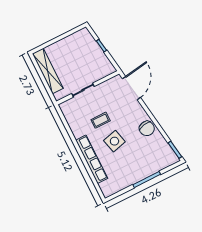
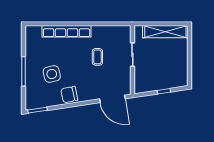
side table: (114, 141) -> (52, 74), moved

